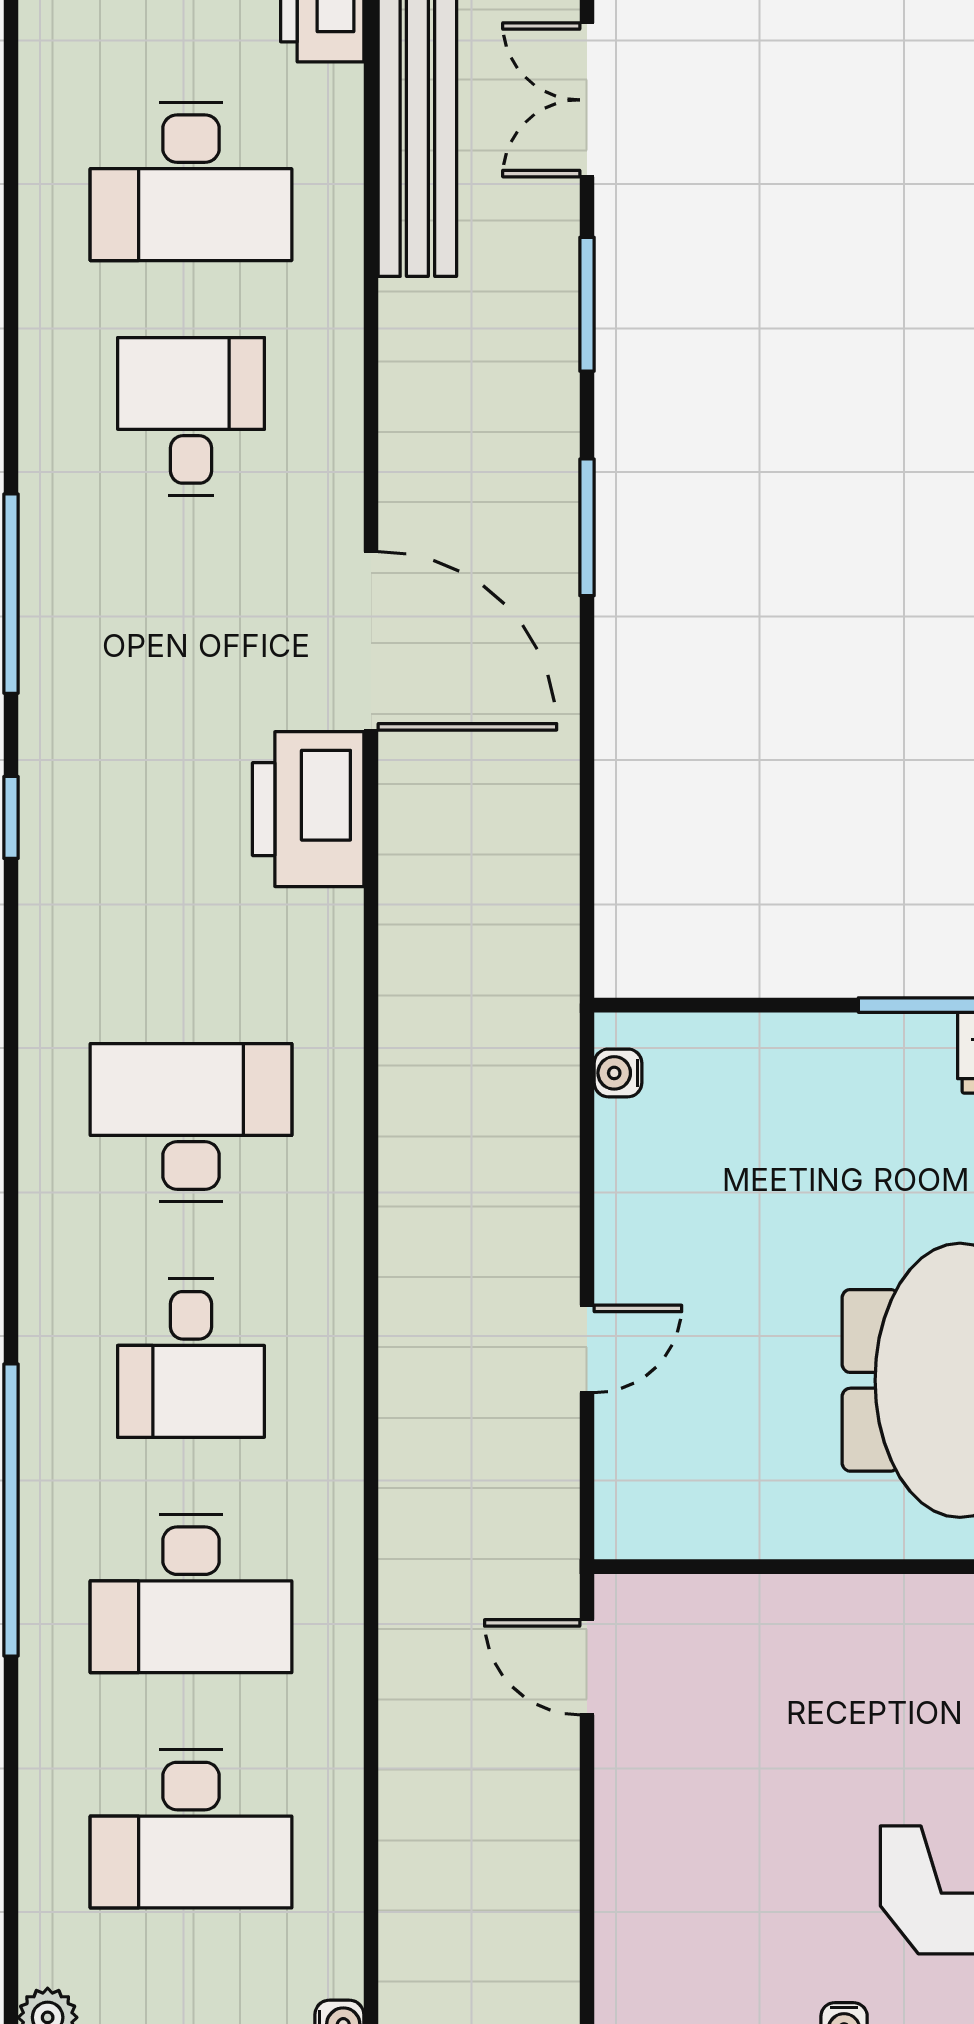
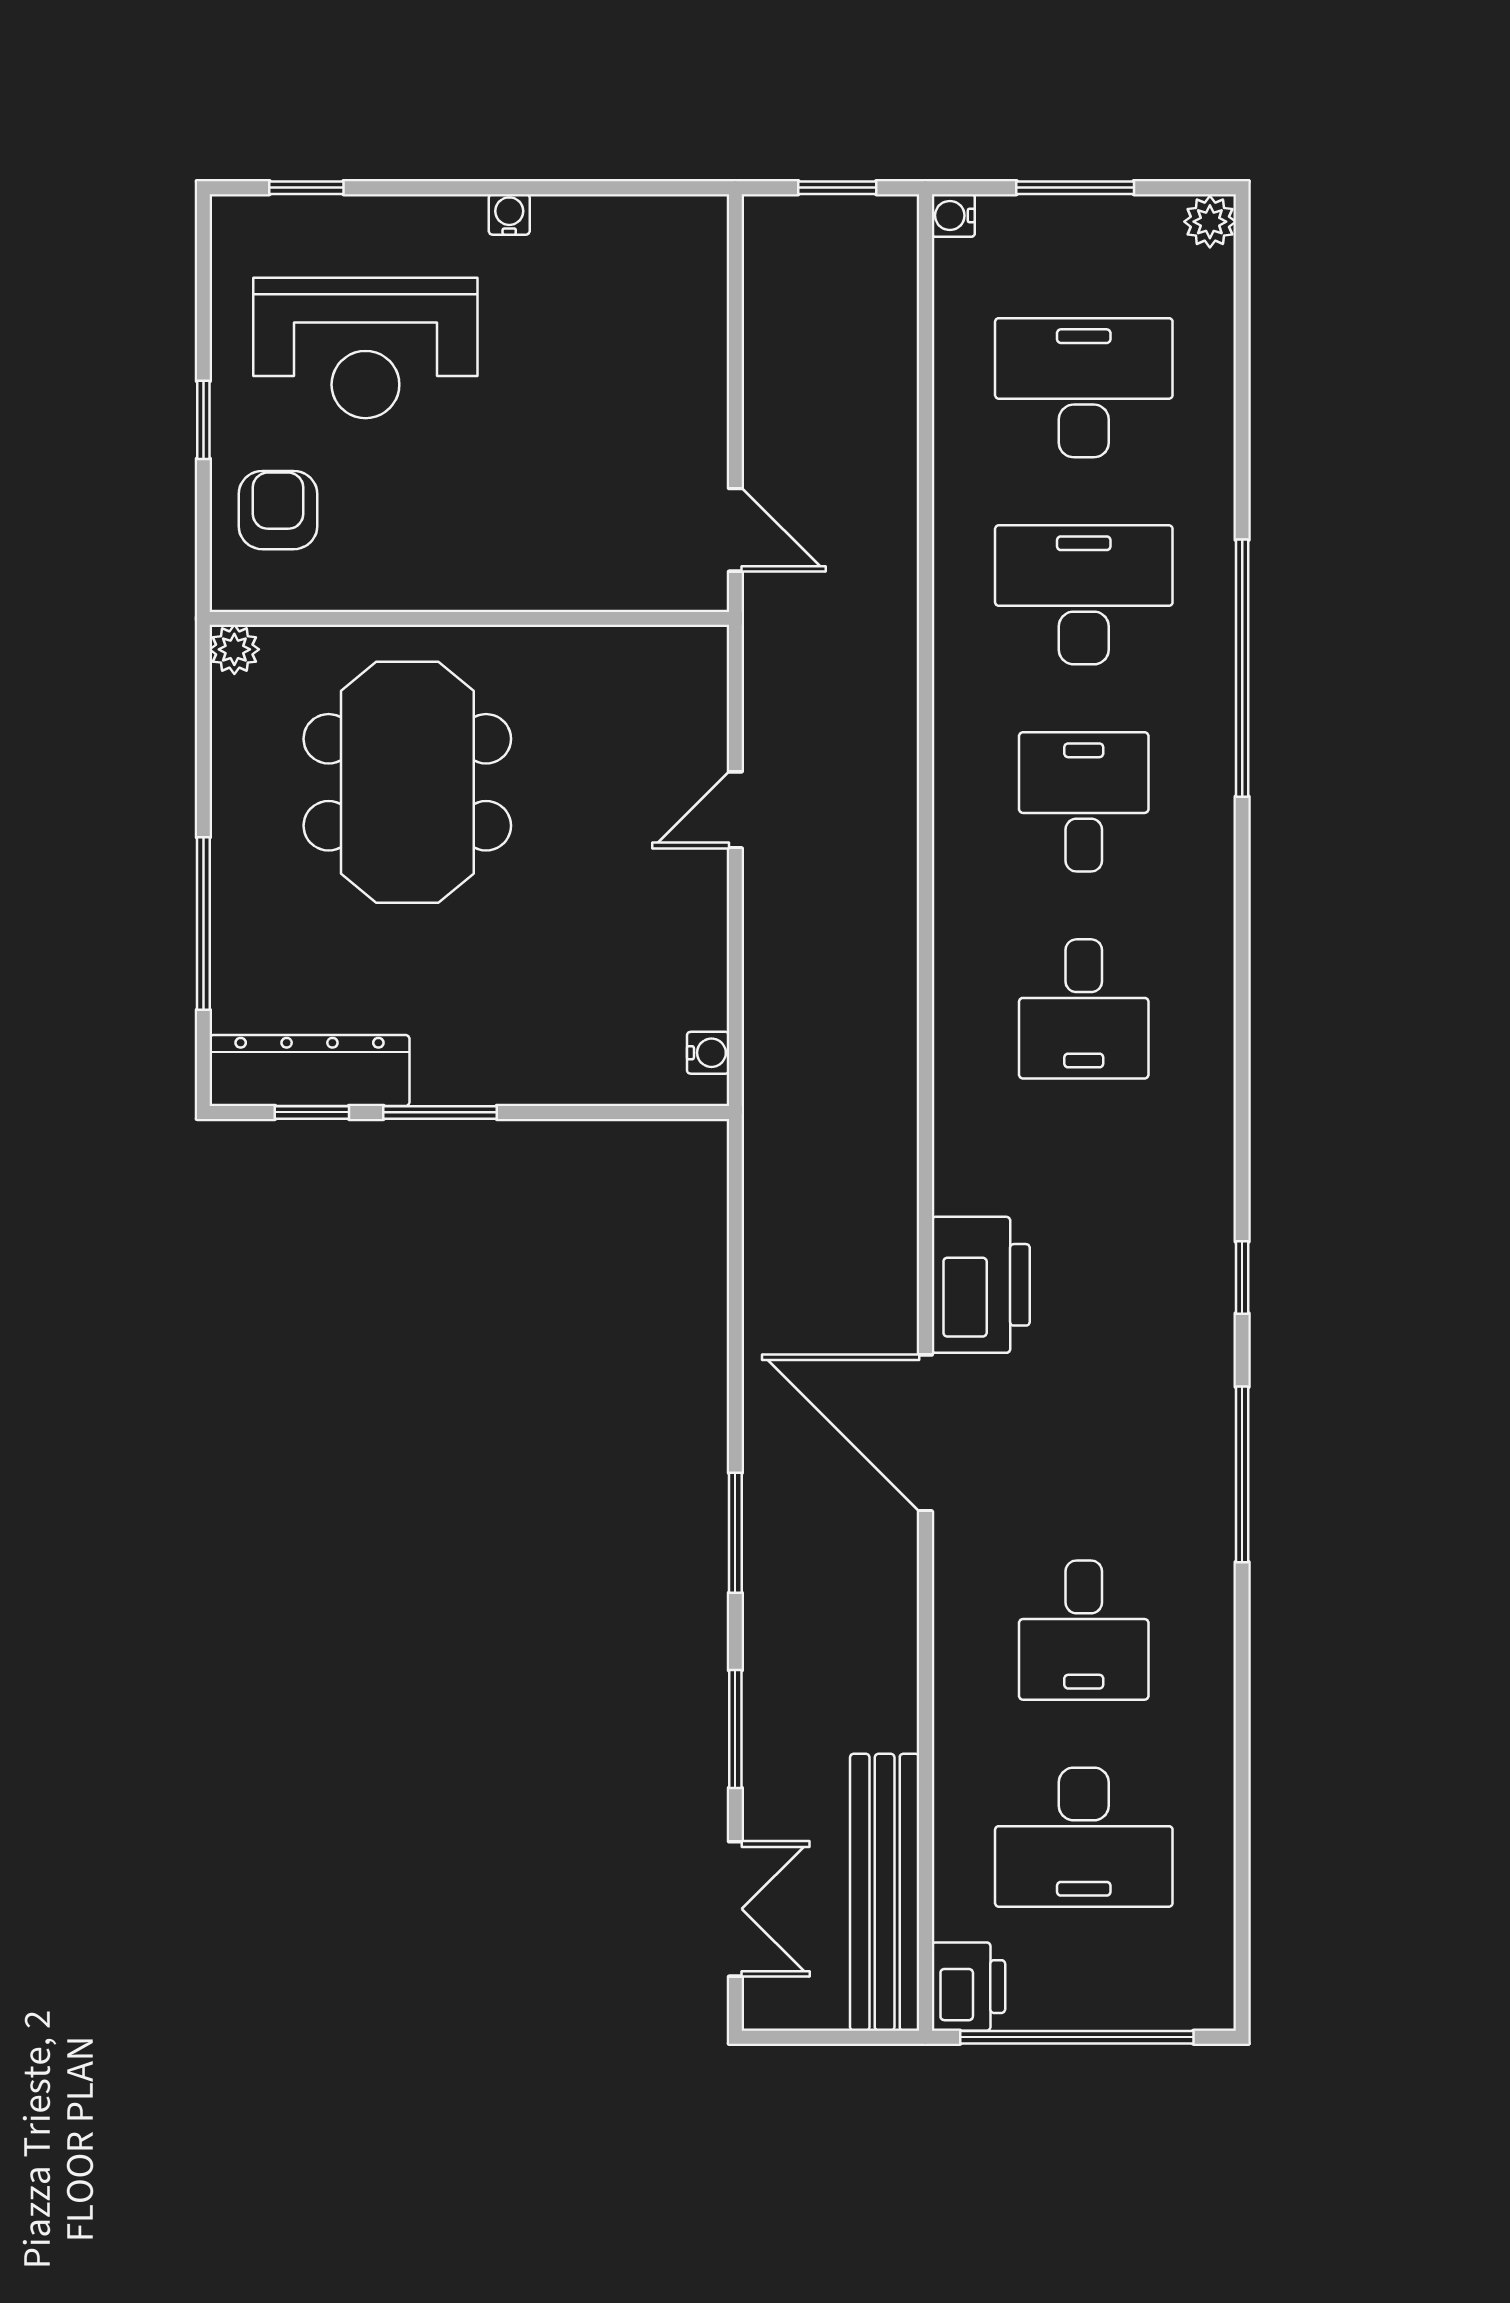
desk: (191, 181) -> (1084, 1837), turned 180
desk: (191, 1123) -> (1084, 1009), width x0.73

